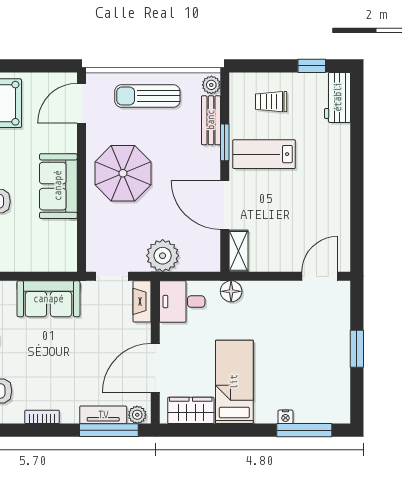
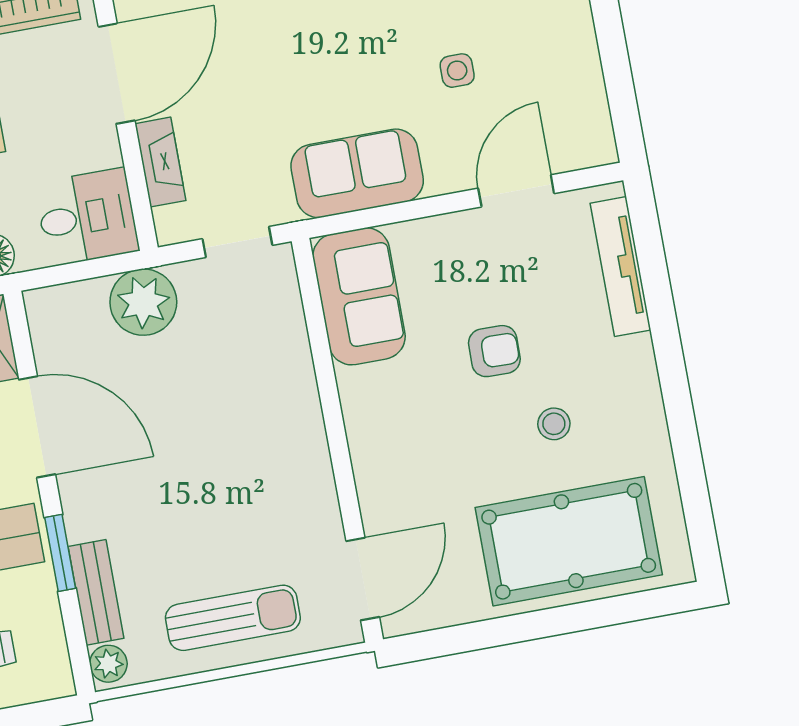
parasol: (123, 173) -> (254, 453), removed
sofa: (58, 186) -> (359, 296), moved
fireplace: (142, 301) -> (160, 162), moved

